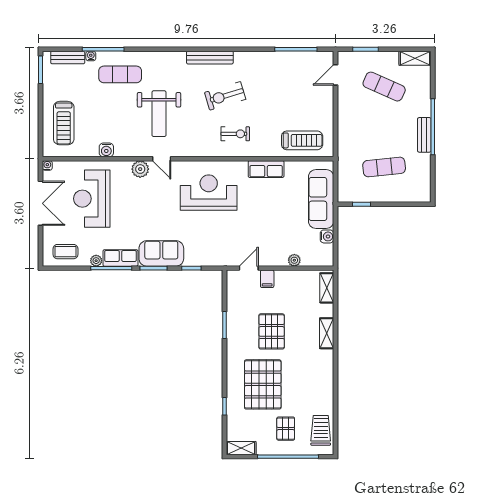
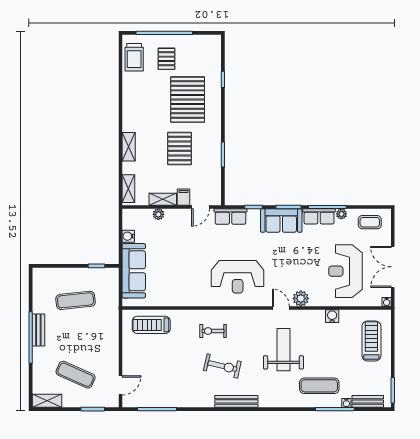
exercise bike: (225, 96) -> (222, 366), turned 30
row of seats: (266, 169) -> (231, 217), moved, turned 180
reception desk: (92, 199) -> (346, 271), turned 180
shelving: (241, 448) -> (163, 199), moved

